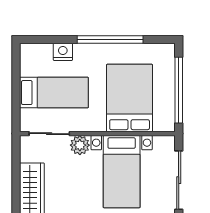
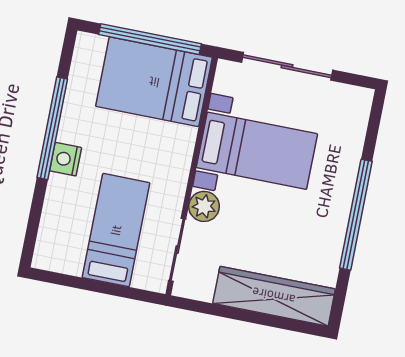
nightstand: (63, 52) -> (66, 159), moved
bed: (130, 98) -> (154, 82), moved

